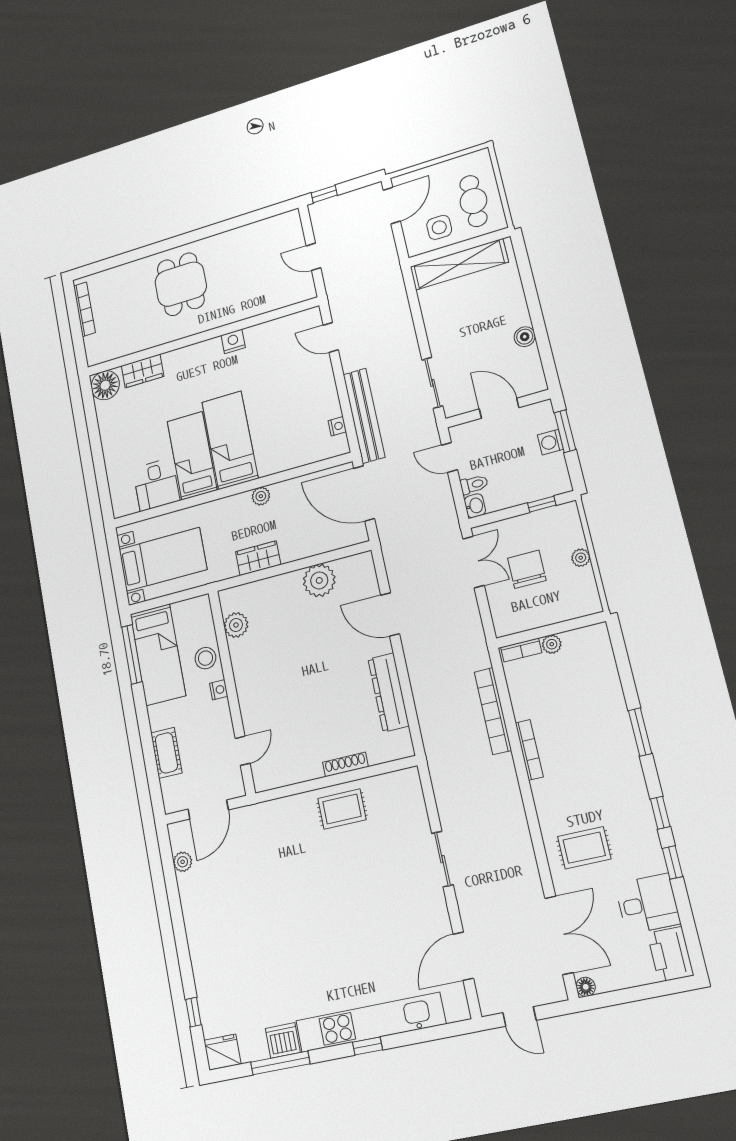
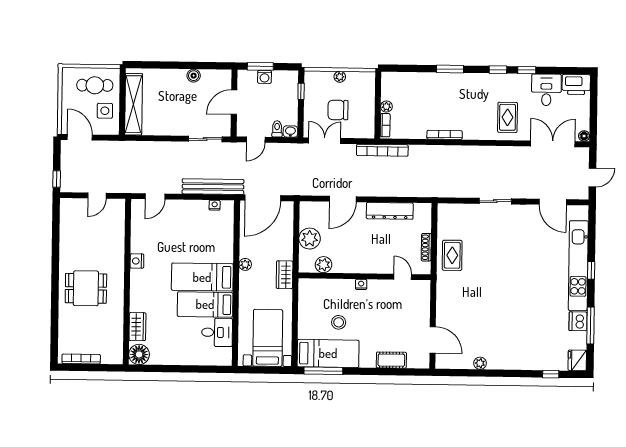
plant: (236, 625) -> (323, 265), moved
nightstand: (219, 690) -> (361, 284), moved
wall: (232, 692) -> (365, 276), moved
bookcase: (493, 711) -> (382, 150), moved
door: (243, 751) -> (403, 277), moved
plant: (183, 862) -> (480, 363), moved

